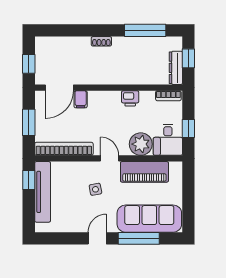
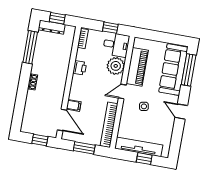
dresser: (176, 68) -> (52, 27), moved
window: (29, 180) -> (144, 159), moved
window: (139, 238) -> (189, 70), moved

